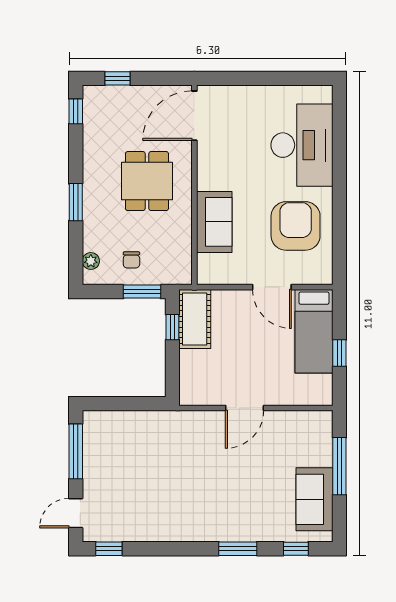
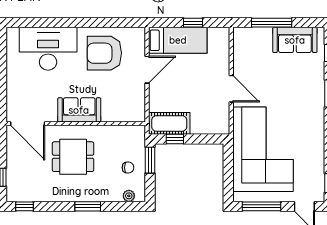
sofa: (214, 222) -> (79, 110), moved
corner sofa: (158, 454) -> (263, 149), added

